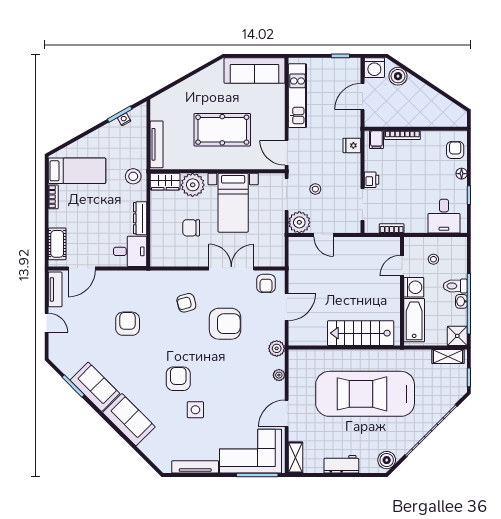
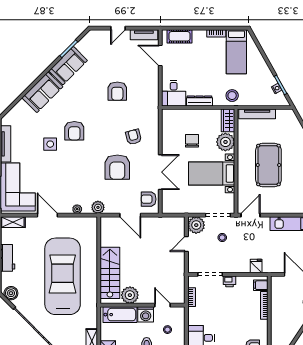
plant: (389, 308) -> (130, 295), added
armchair: (128, 324) -> (117, 91), turned 90
armchair: (178, 379) -> (74, 131), turned 90

